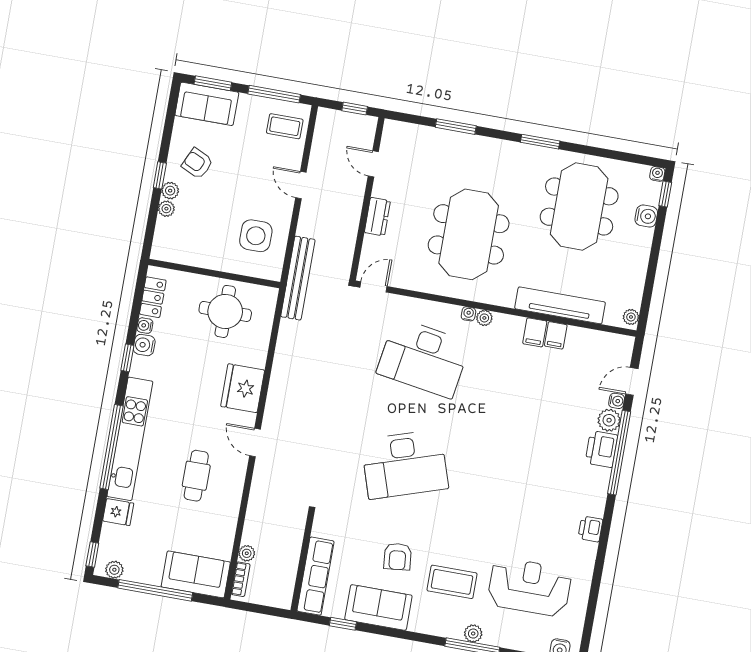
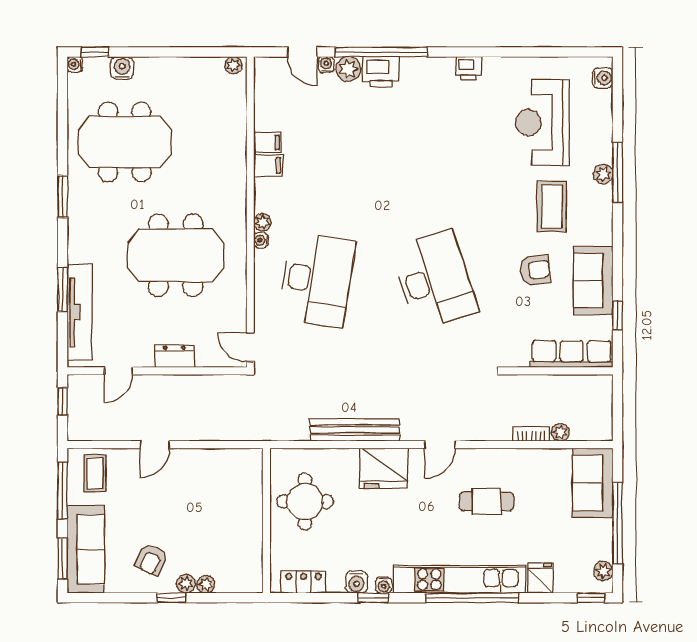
sofa: (207, 104) -> (86, 549), width x1.36
side table: (256, 236) -> (218, 483), removed
bench: (298, 278) -> (355, 430), moved
tv unit: (560, 305) -> (80, 312), moved, turned 180
water cooler: (145, 326) -> (384, 585), moved
bookcase: (241, 579) -> (531, 434), moved

